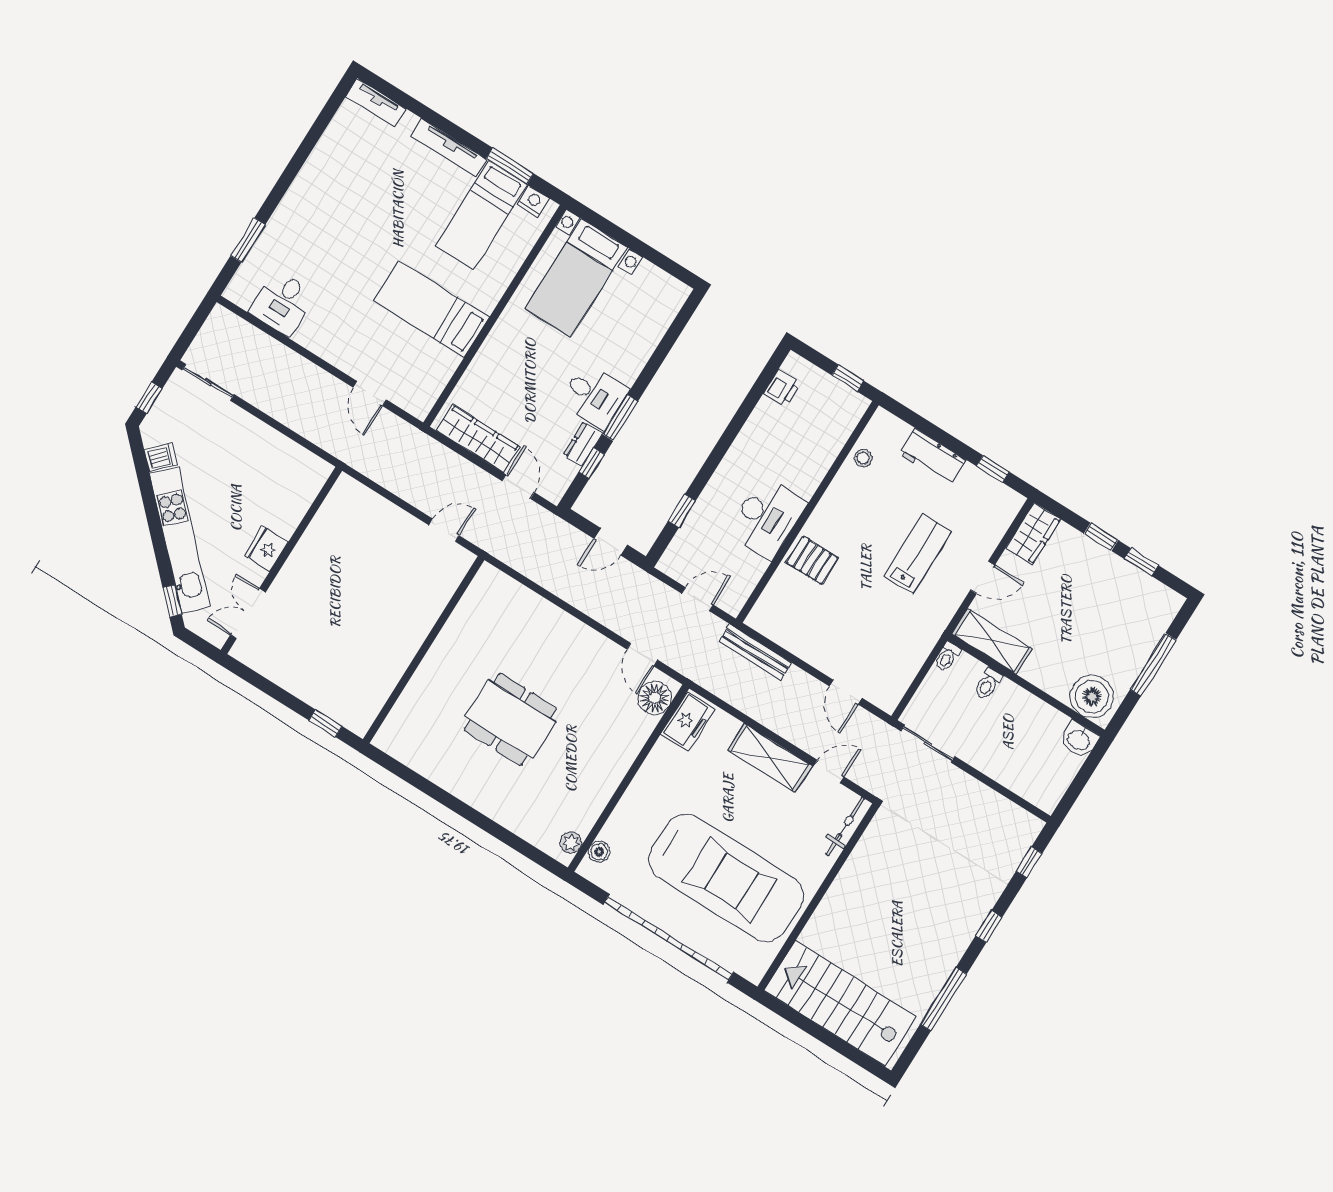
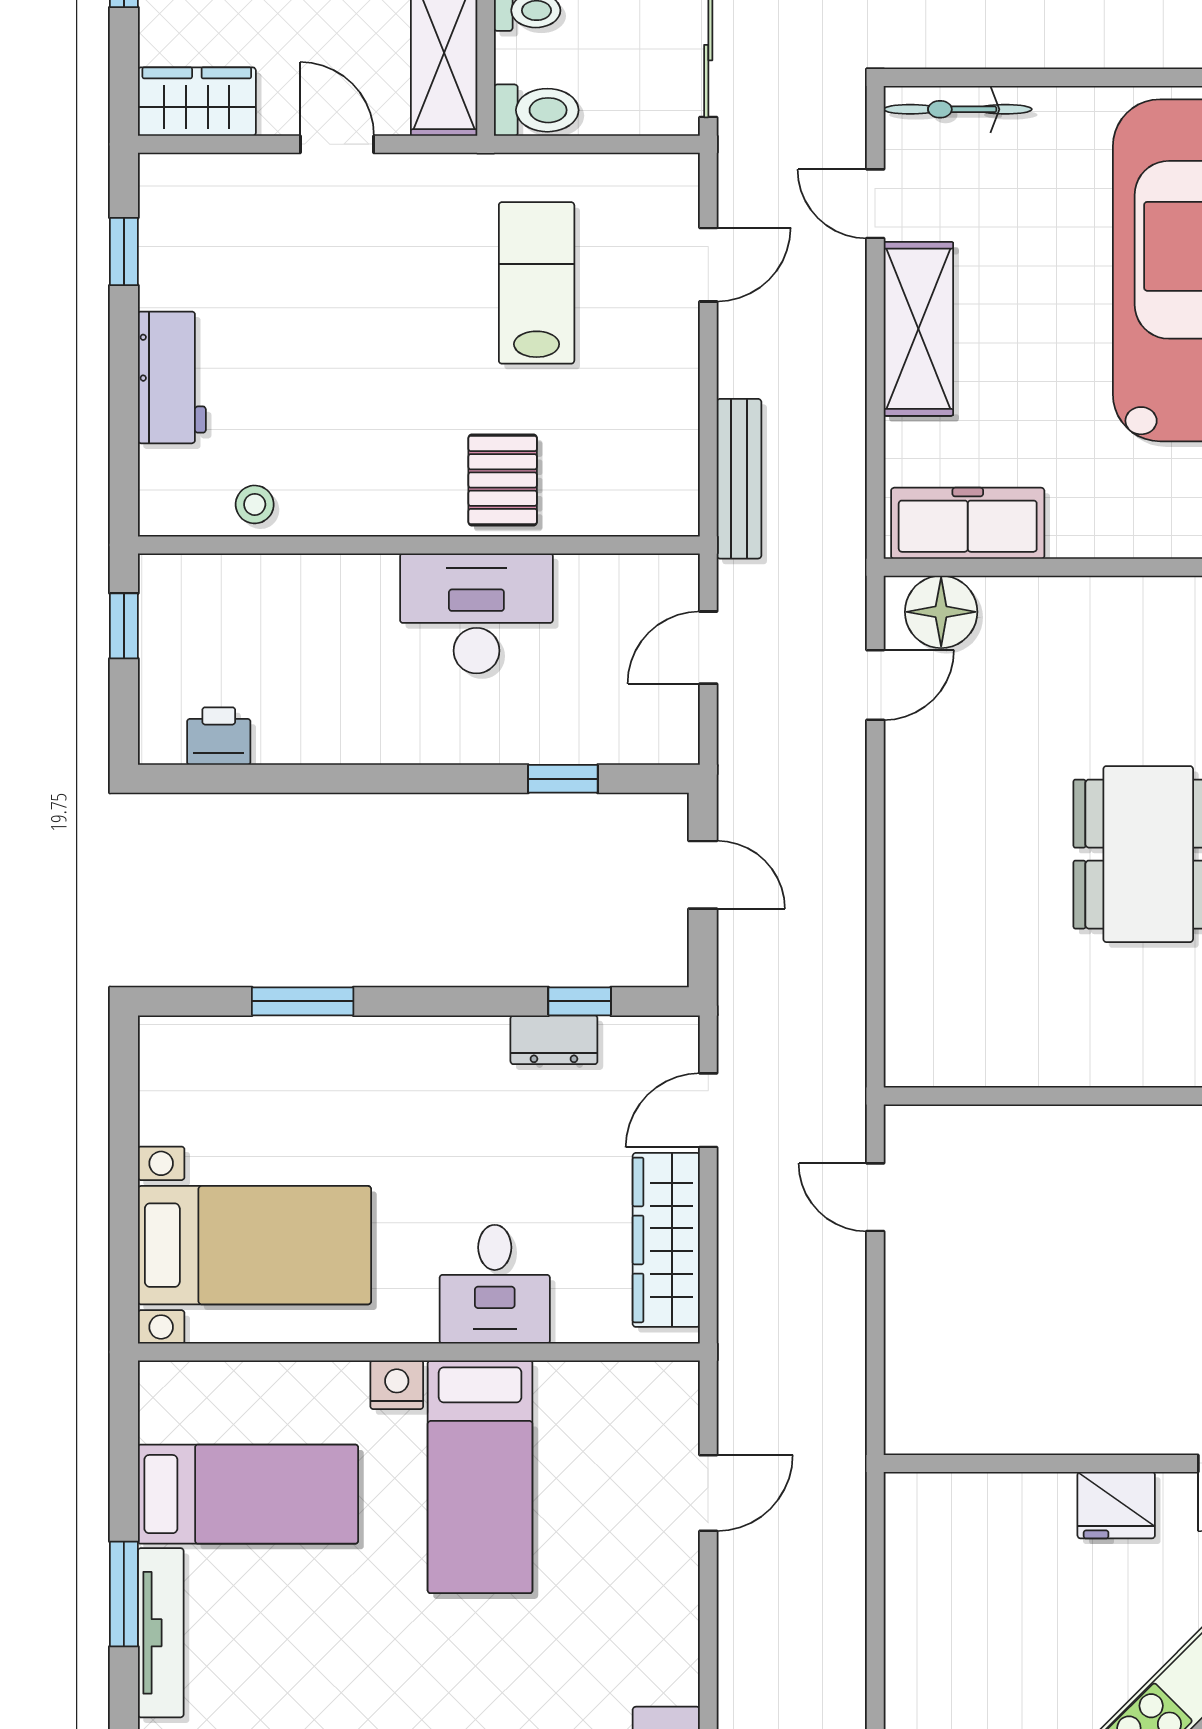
window: (510, 166) -> (124, 1594), moved
nightstand: (533, 201) -> (397, 1385), moved, turned 90
desk: (594, 396) -> (495, 1284), moved, turned 180
window: (620, 418) -> (303, 1001), moved
lab bench: (917, 554) -> (537, 283), moved, turned 90
door: (697, 599) -> (708, 648), hinge flipped
toilet: (947, 657) -> (536, 110), width x1.37, depth x1.39
freezer: (688, 721) -> (968, 523), width x1.40

